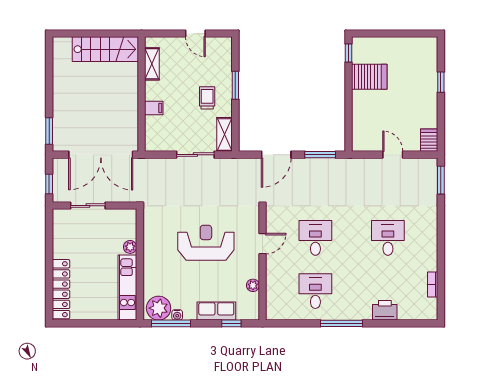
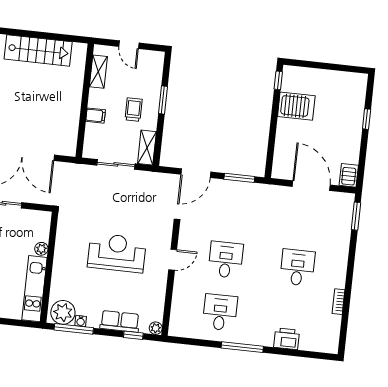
shelving: (152, 64) -> (98, 72), moved
wall: (141, 94) -> (85, 100), moved
filing cabinet: (154, 108) -> (96, 116), moved
door: (393, 155) -> (311, 186), width x1.88
plant: (253, 285) -> (156, 328), moved
bookcase: (433, 285) -> (338, 302), moved

